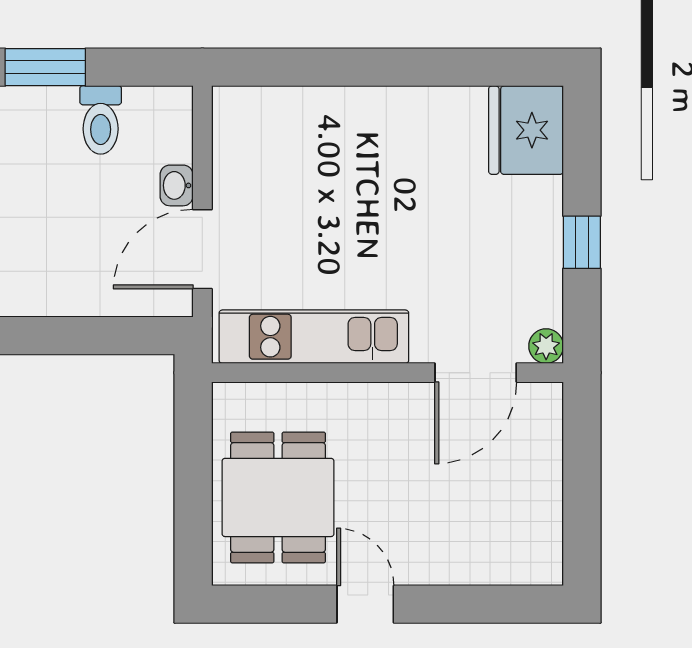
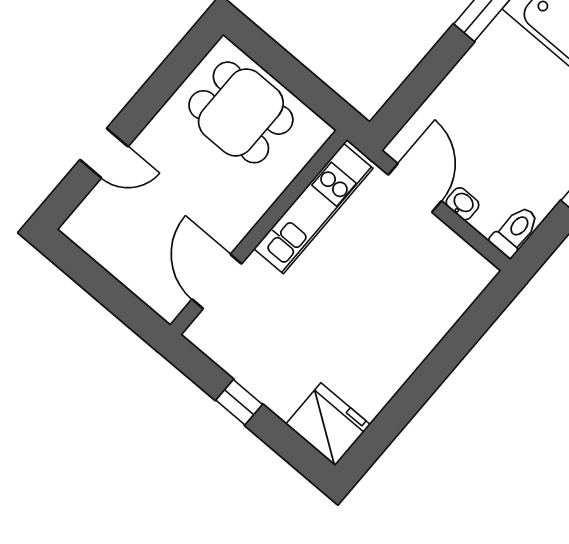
toilet: (101, 120) -> (515, 231), moved, turned 90
plant: (546, 346) -> (198, 333), removed
door: (365, 604) -> (104, 153), moved

